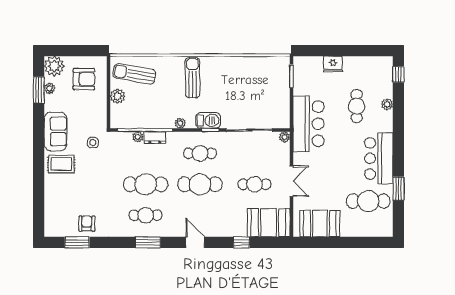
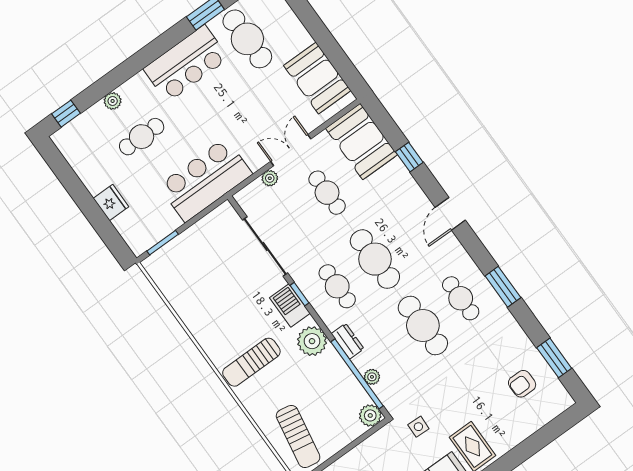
plant: (118, 96) -> (370, 415), moved
plant: (180, 123) -> (312, 341), width x1.87, depth x1.87
plant: (284, 137) -> (270, 178), moved
dresser: (155, 138) -> (348, 341), moved
armchair: (87, 224) -> (522, 384), moved
window: (148, 242) -> (503, 287), moved

